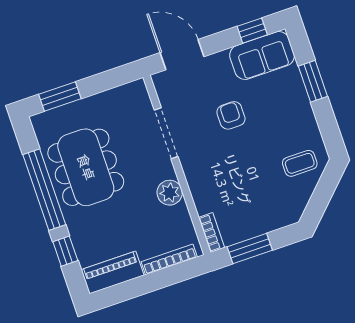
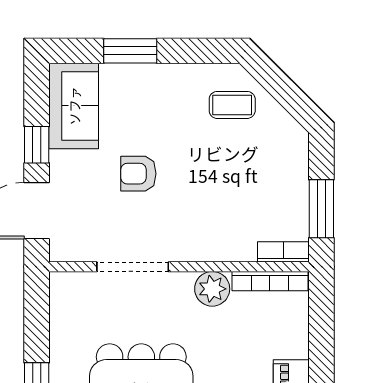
window: (252, 31) -> (37, 145), moved
coffee table: (300, 163) -> (232, 105), turned 90
bookcase: (169, 259) -> (270, 281), moved, turned -90

